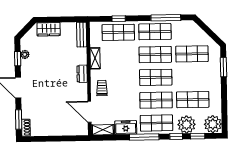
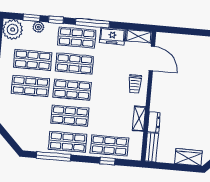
shop shelf: (192, 54) -> (30, 86), moved
dresser: (82, 74) -> (154, 122), moved
plant: (187, 125) -> (38, 27), width x0.53, depth x0.53

